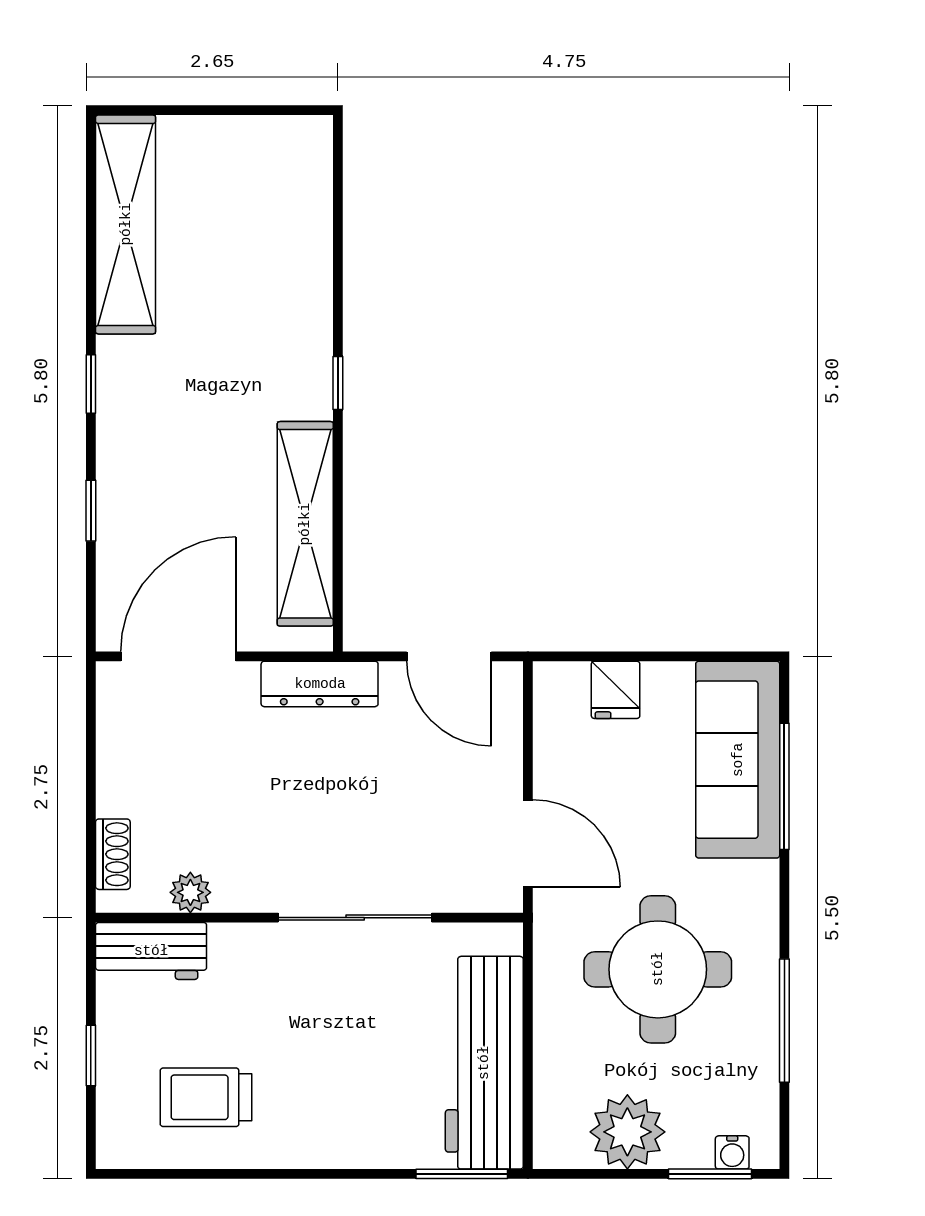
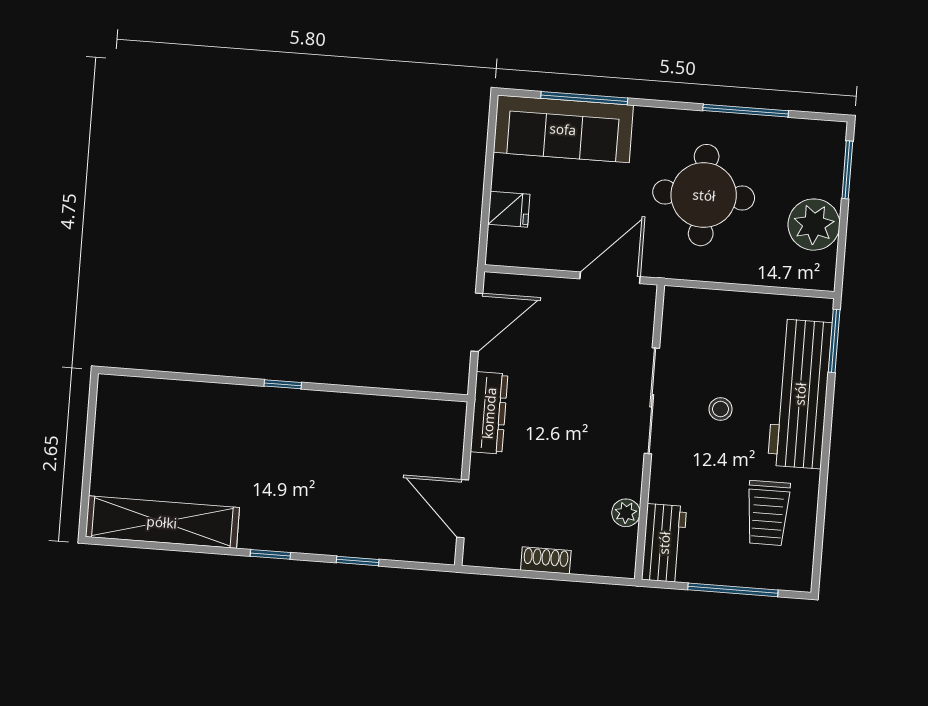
shelving: (305, 524) -> (378, 414), removed
door: (178, 656) -> (463, 509), width x0.73
shoe rack: (113, 854) -> (546, 560), moved
stool: (351, 1018) -> (721, 409), added
window: (91, 1055) -> (733, 590), width x2.17
workbench: (484, 1063) -> (800, 394), moved, turned 90
water cooler: (732, 1152) -> (834, 153), removed

